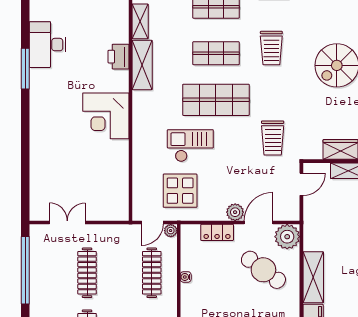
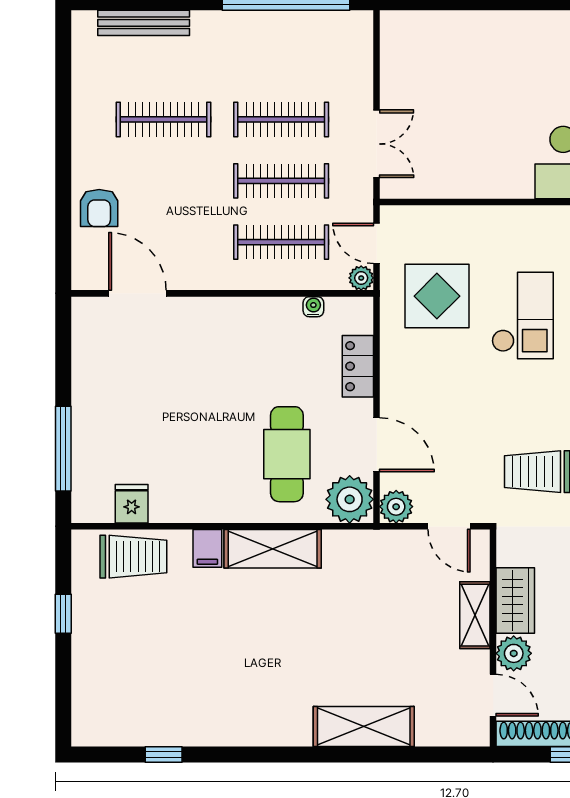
plant: (235, 212) -> (396, 507), moved
double door: (67, 223) -> (377, 144), moved
cafe table: (263, 270) -> (287, 454), turned -37
clothes rail: (119, 273) -> (281, 181), added
water cooler: (186, 277) -> (313, 307), moved

